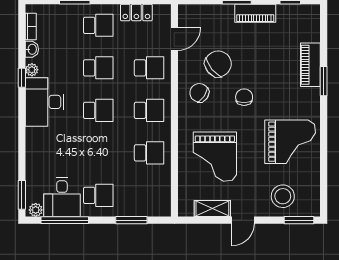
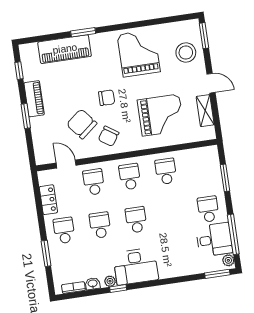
piano: (310, 65) -> (65, 49), width x1.37, depth x1.33
chair: (244, 97) -> (107, 98), turned 180

